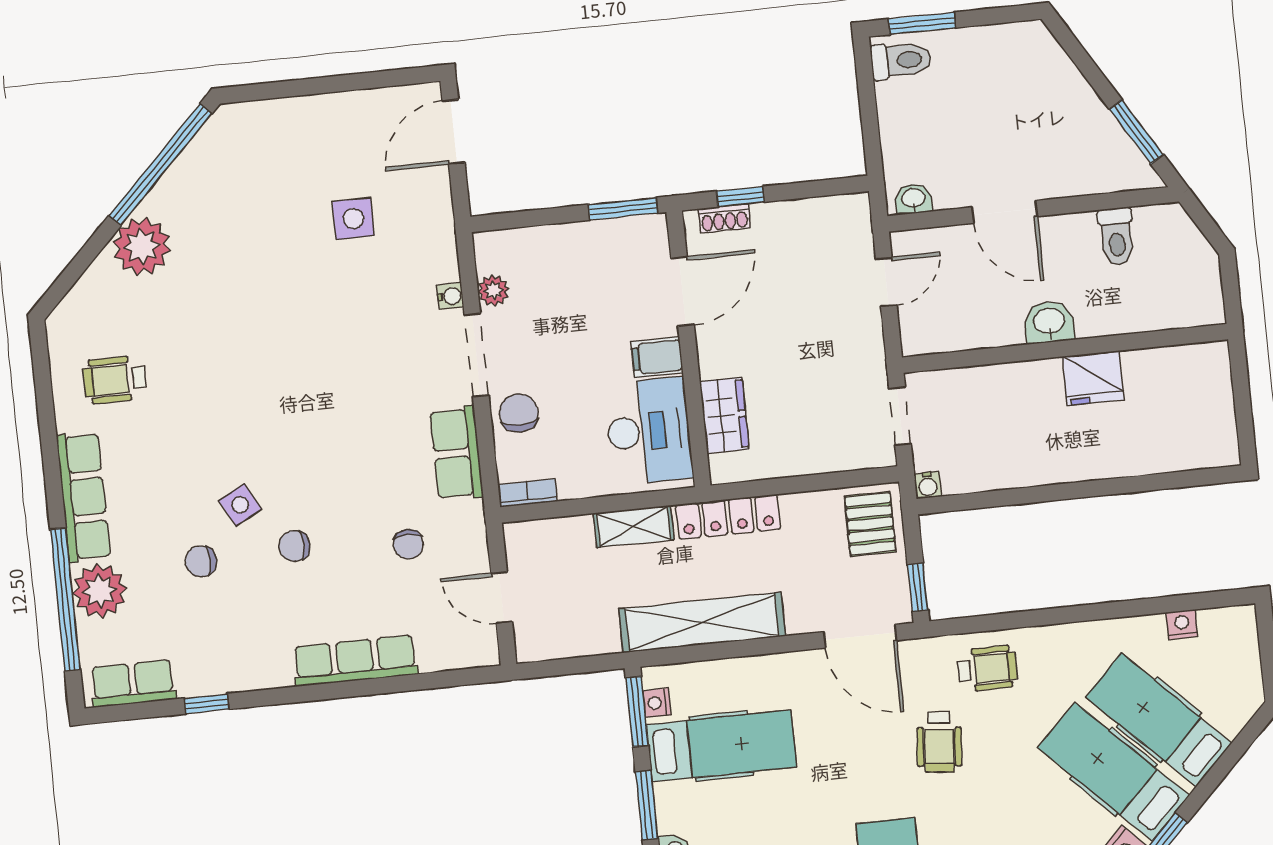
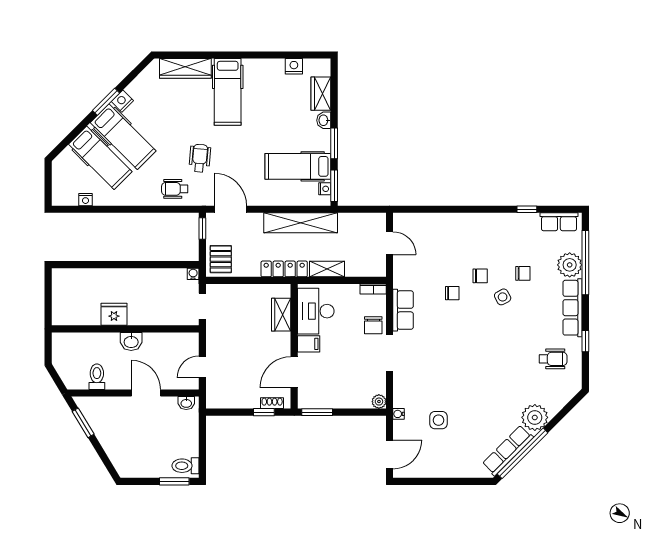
plant: (493, 290) -> (379, 402), moved
water cooler: (450, 296) -> (399, 414), moved
window: (47, 426) -> (585, 341), added
chair: (408, 544) -> (452, 293), moved, turned 90
row of seats: (355, 661) -> (508, 450), moved, turned 135

